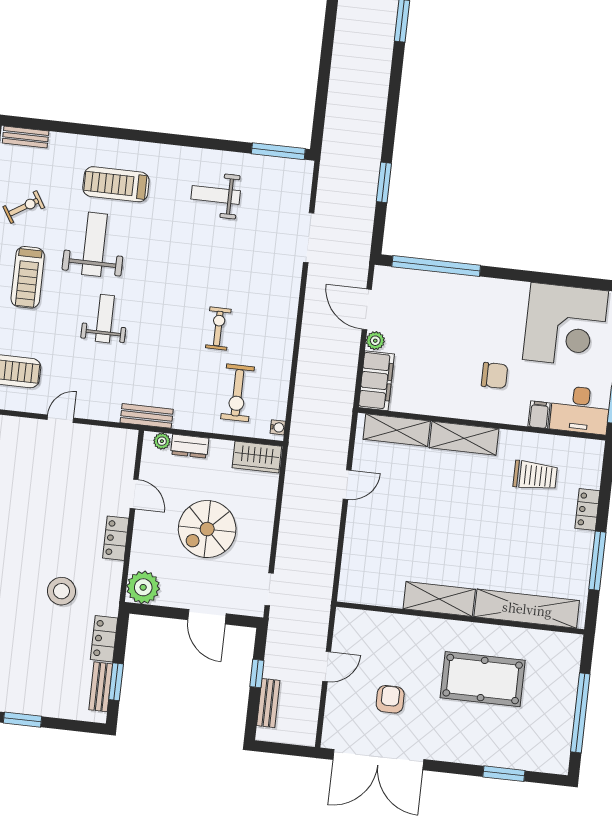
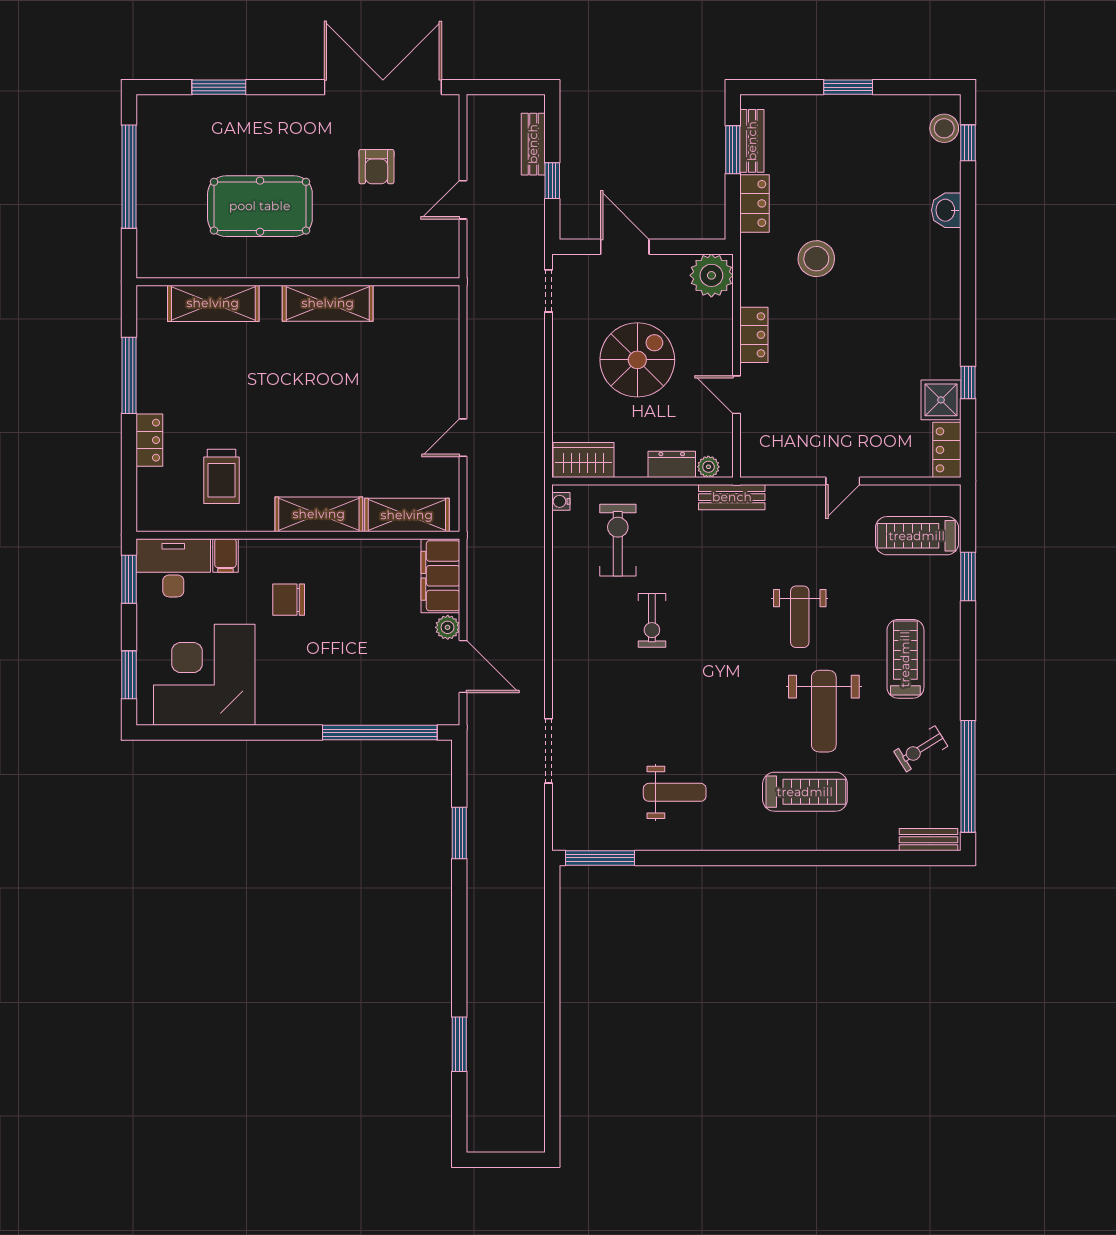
trolley: (535, 476) -> (222, 476), turned -90
shelving: (527, 609) -> (213, 303), width x0.68

